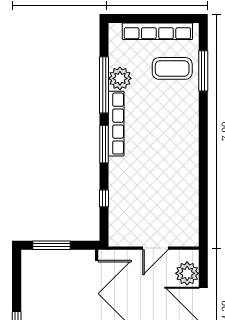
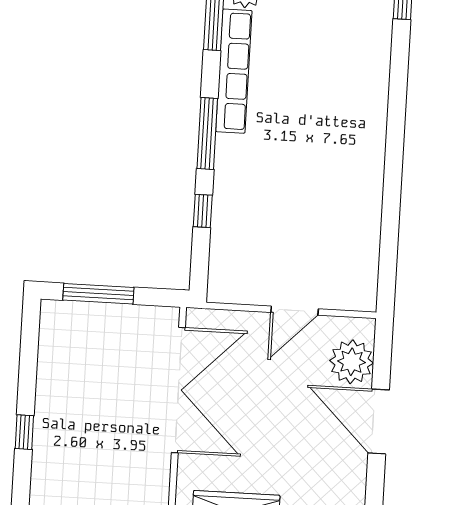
window: (104, 144) -> (207, 133), moved

